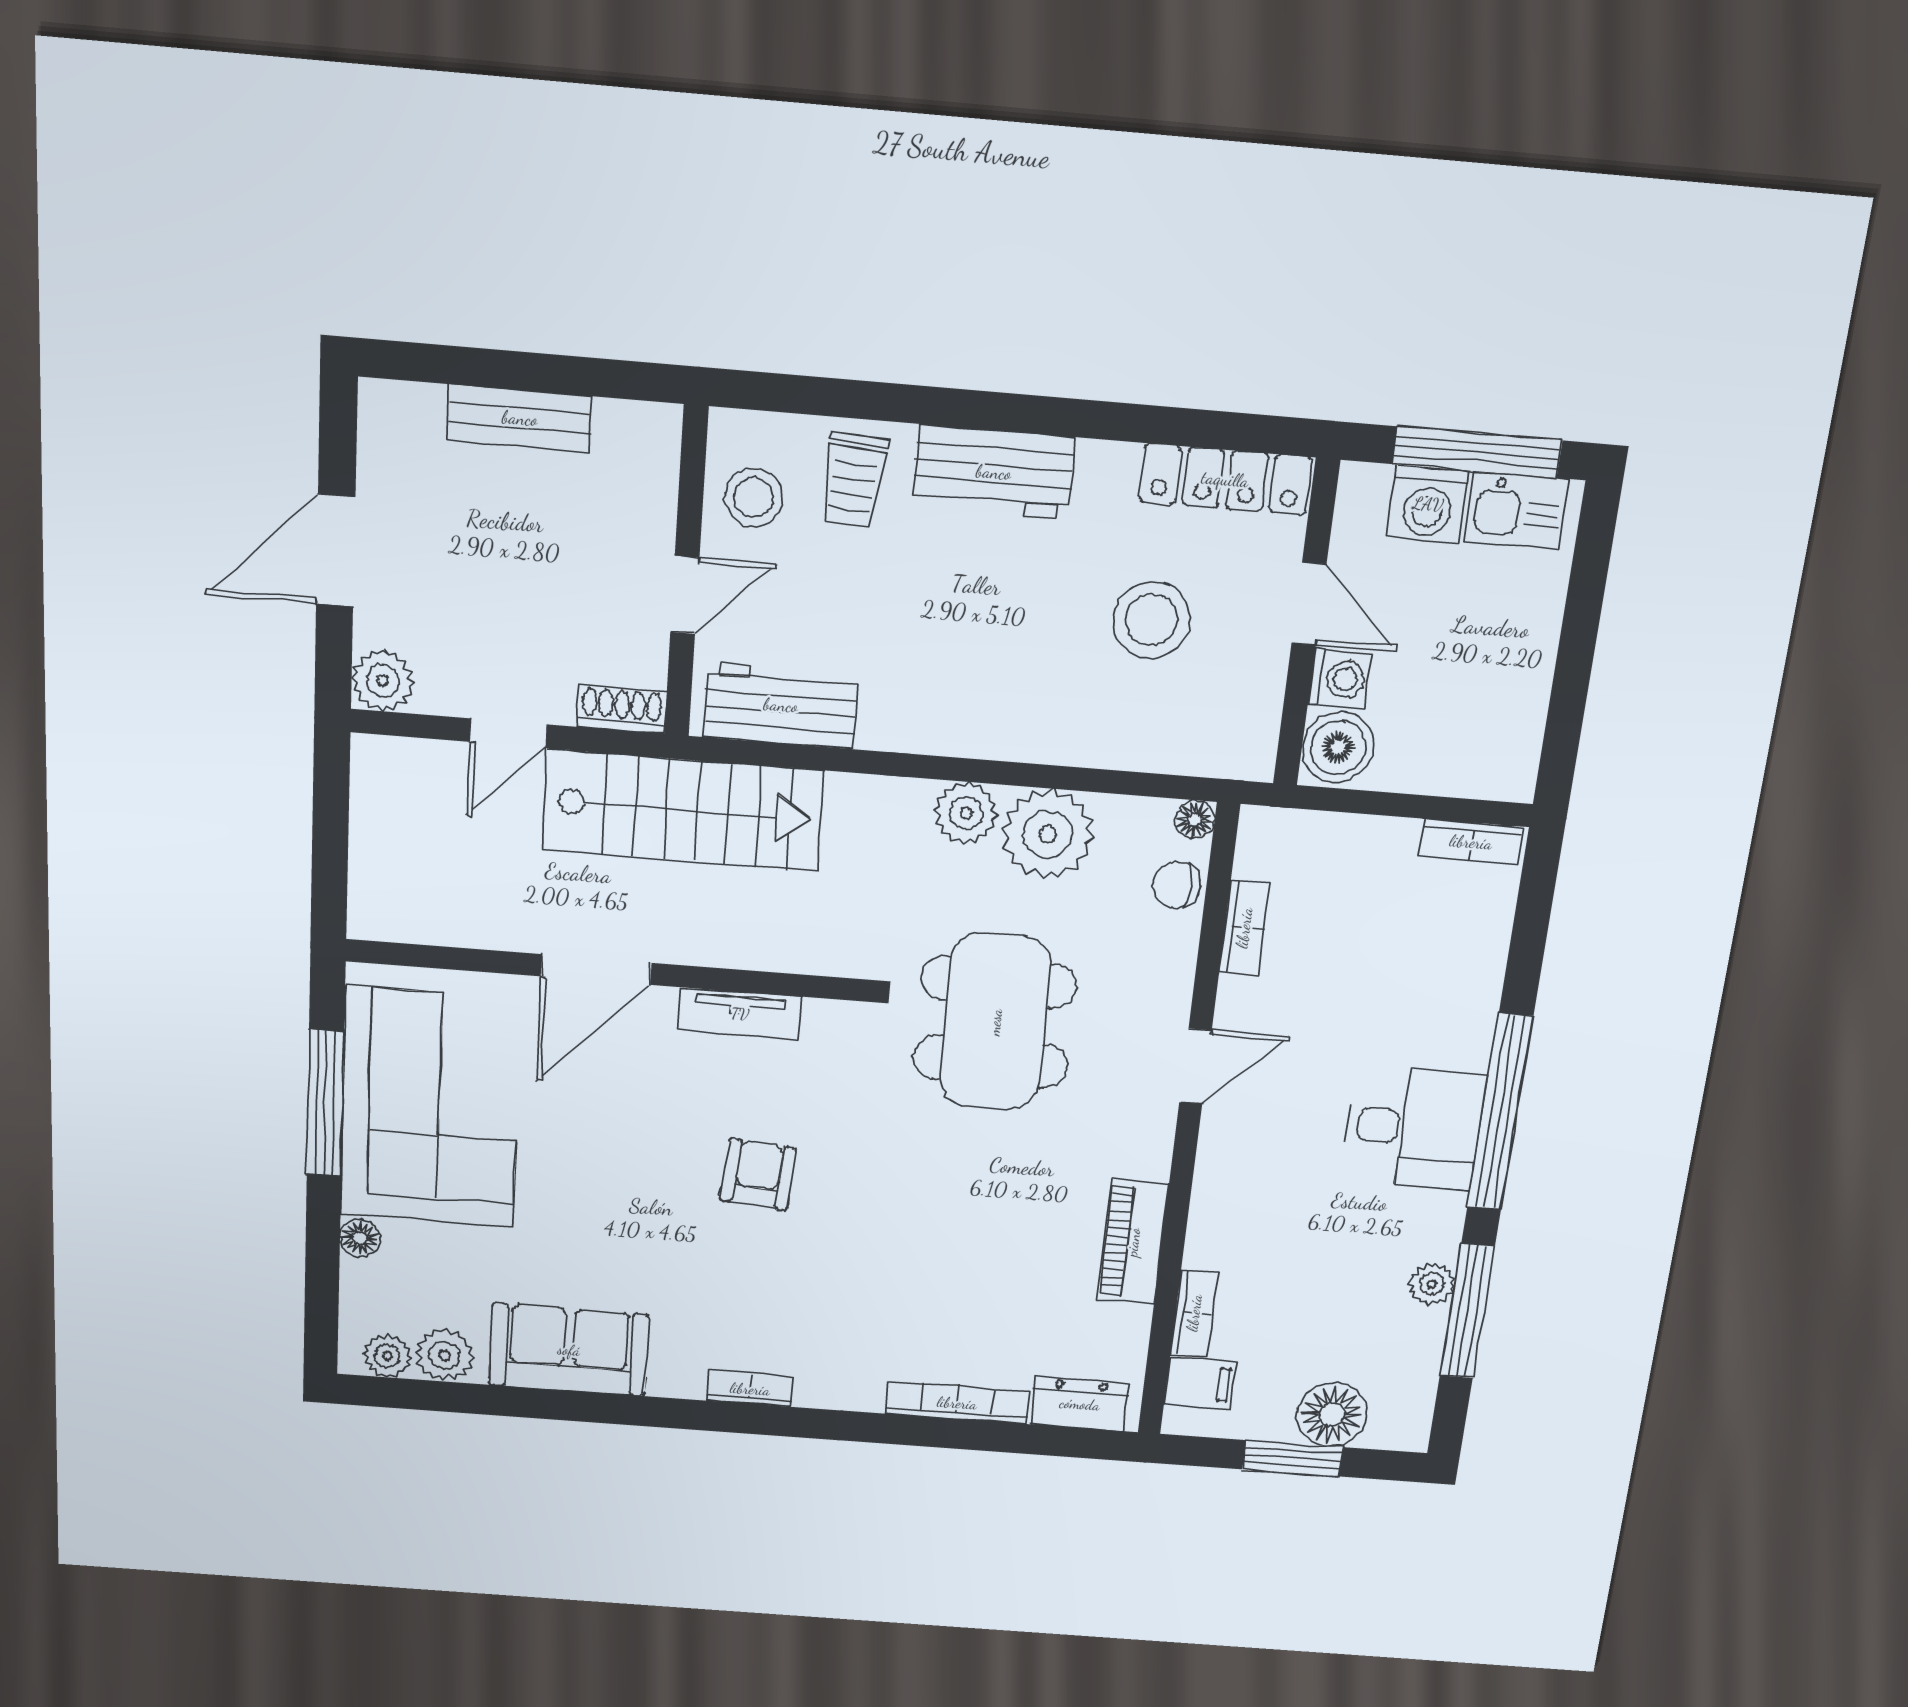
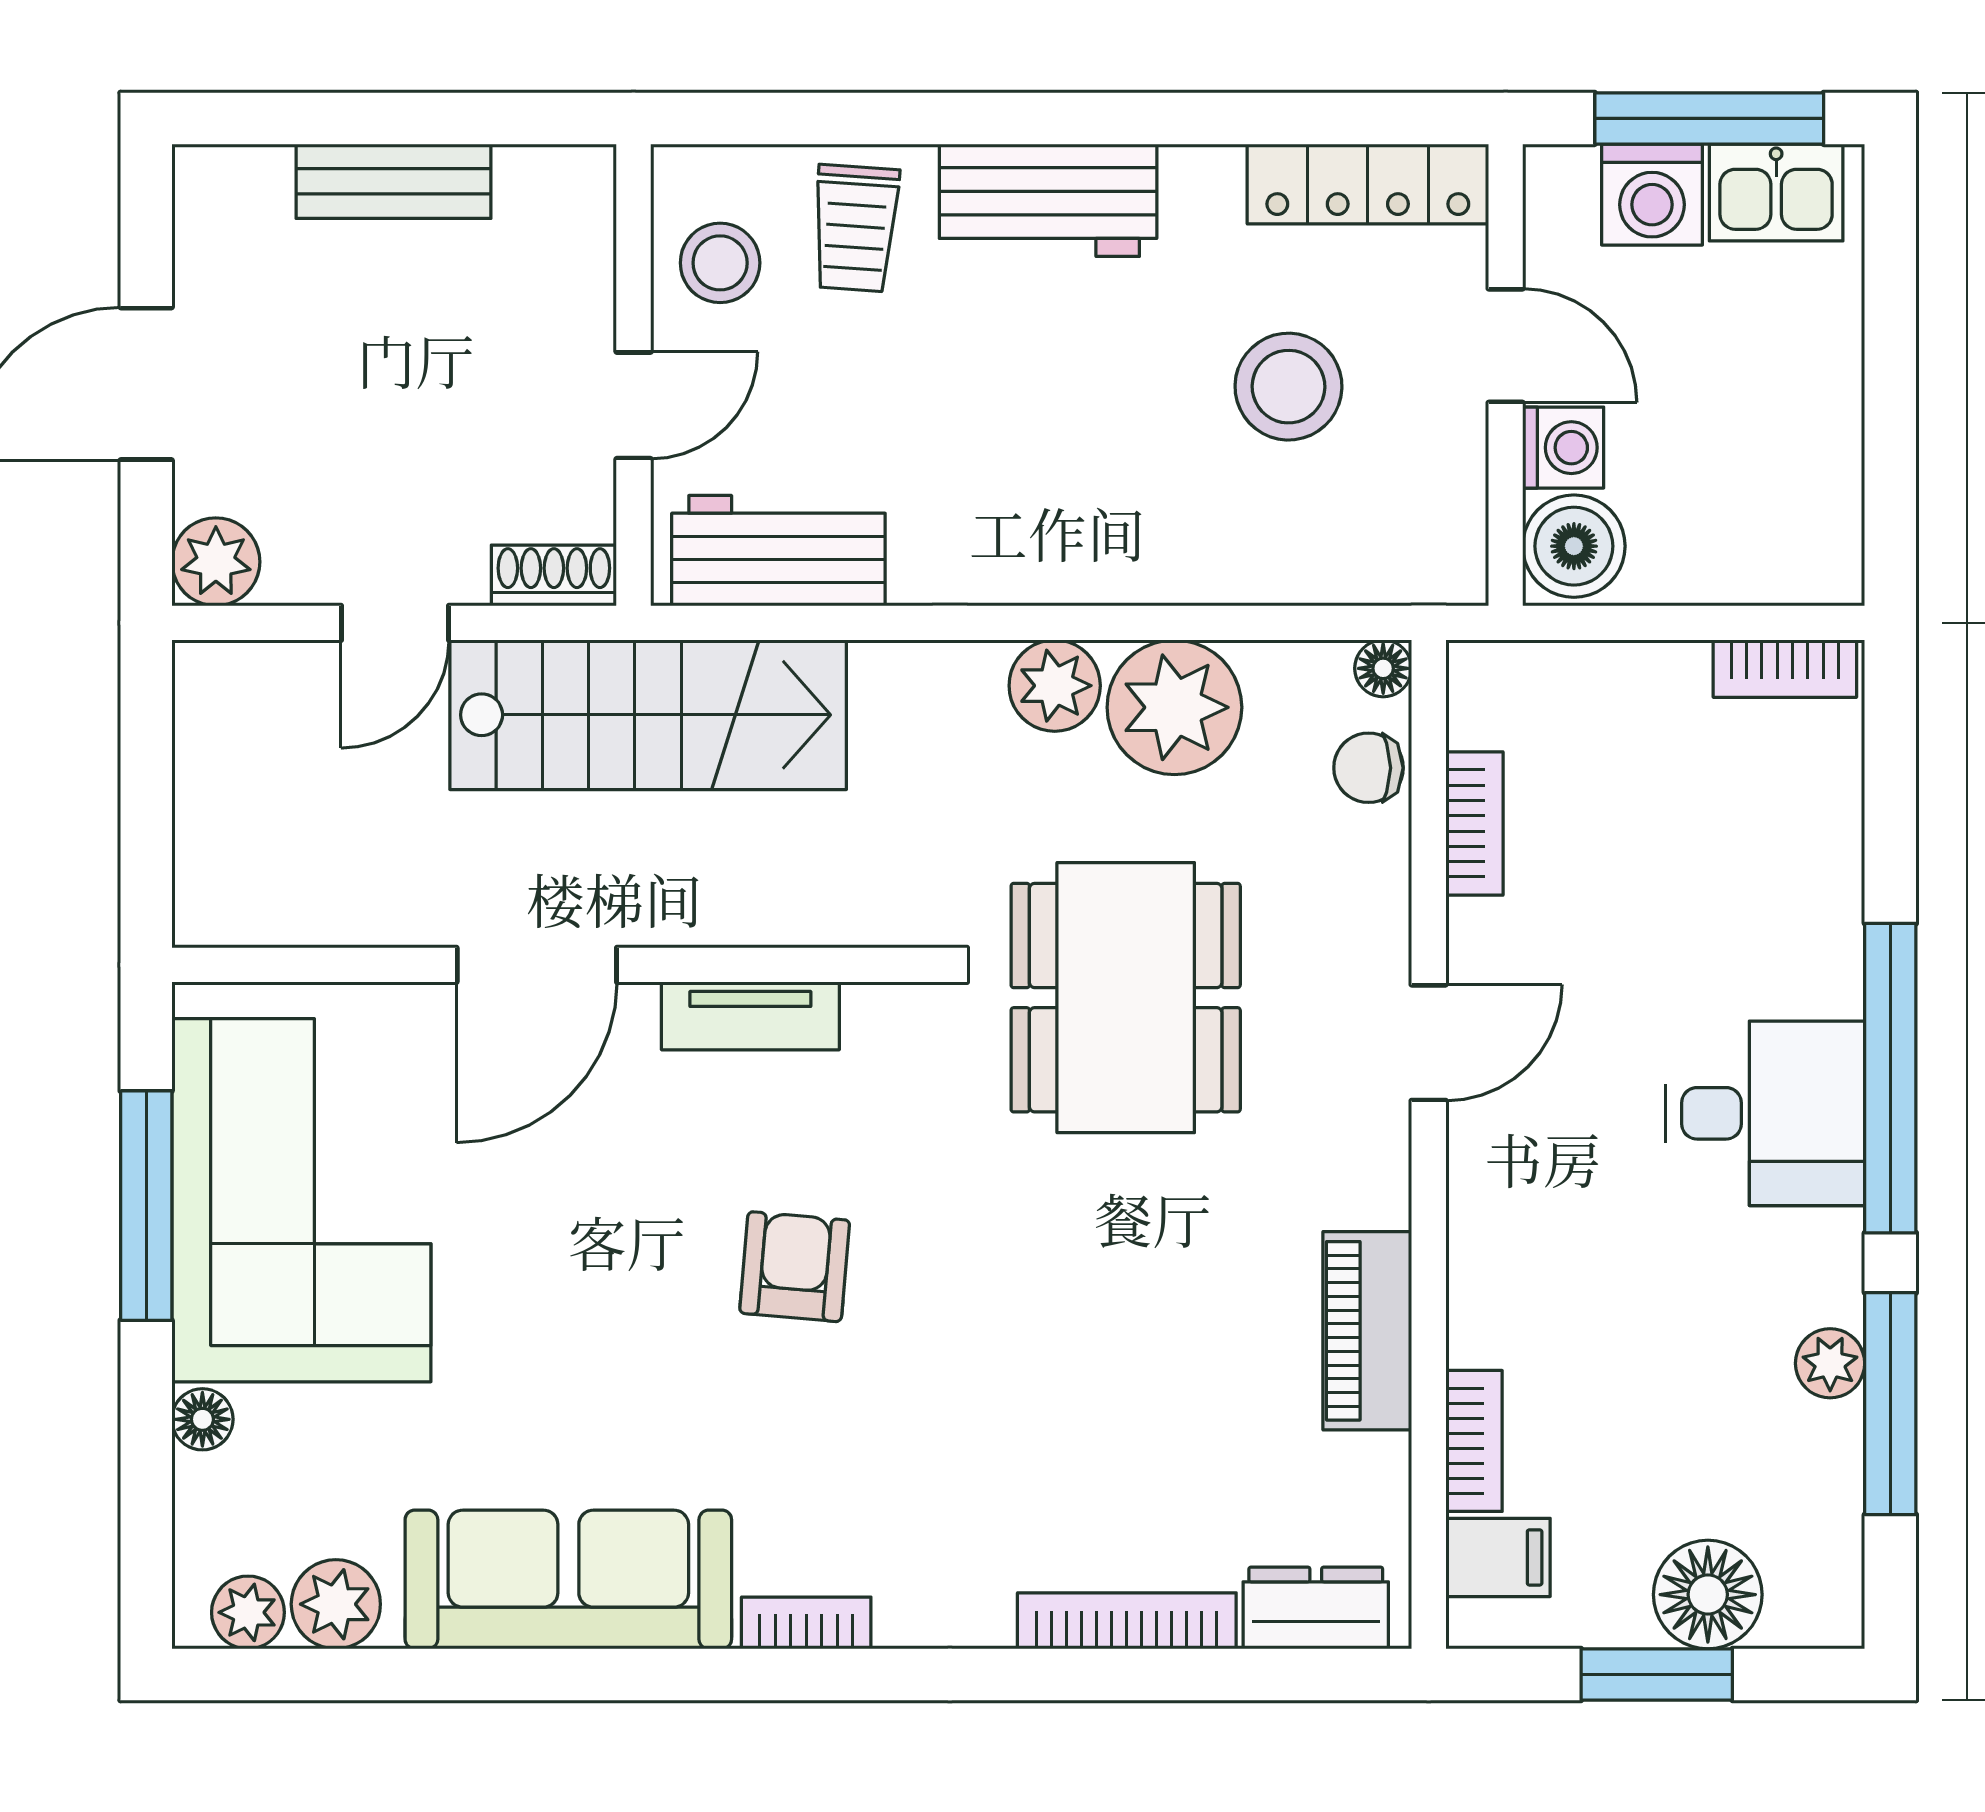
sofa: (569, 1350) -> (568, 1579), width x1.36

